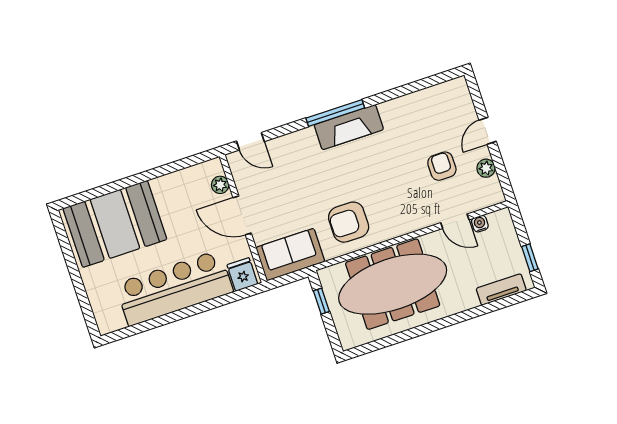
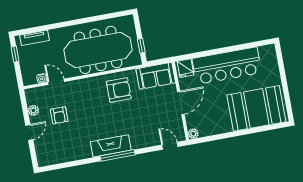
plant: (220, 185) -> (193, 134), moved
door: (242, 215) -> (181, 103), hinge flipped

